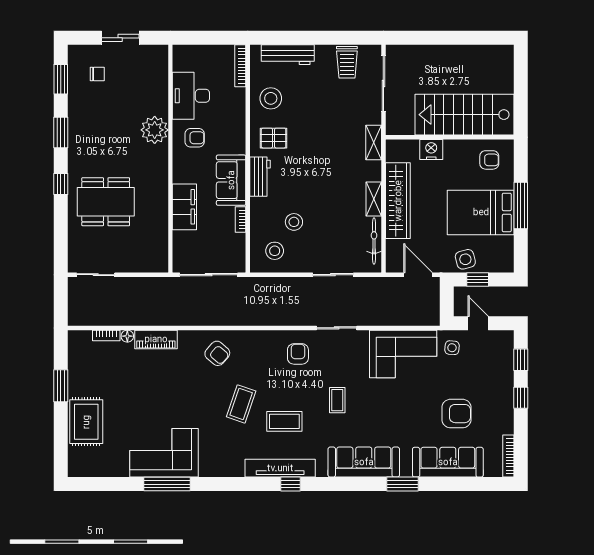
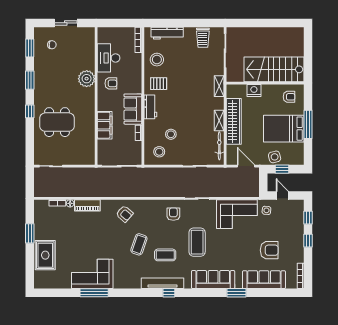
coffee table: (337, 400) -> (197, 242), width x1.86, depth x1.72

